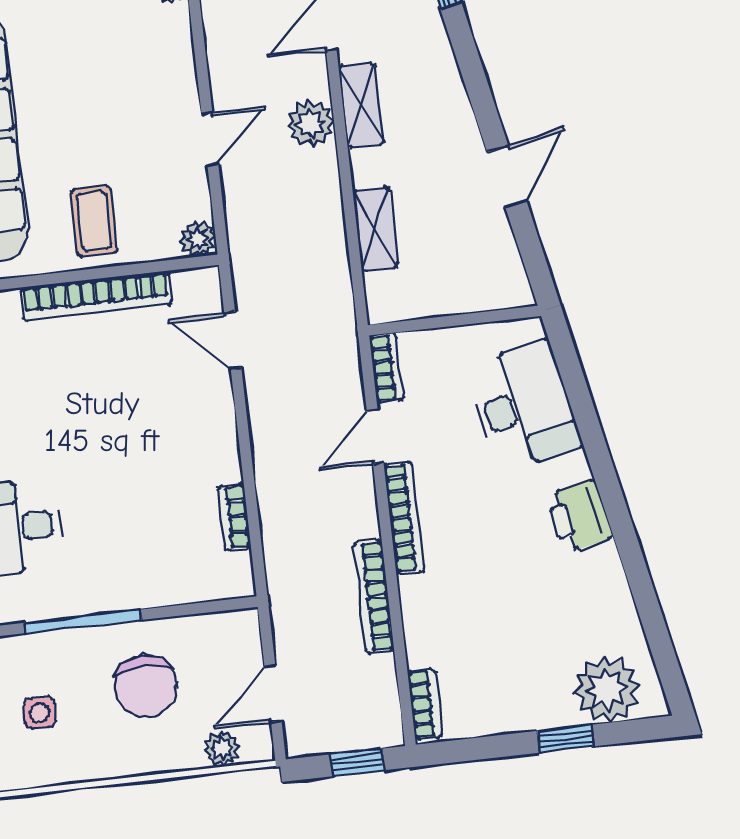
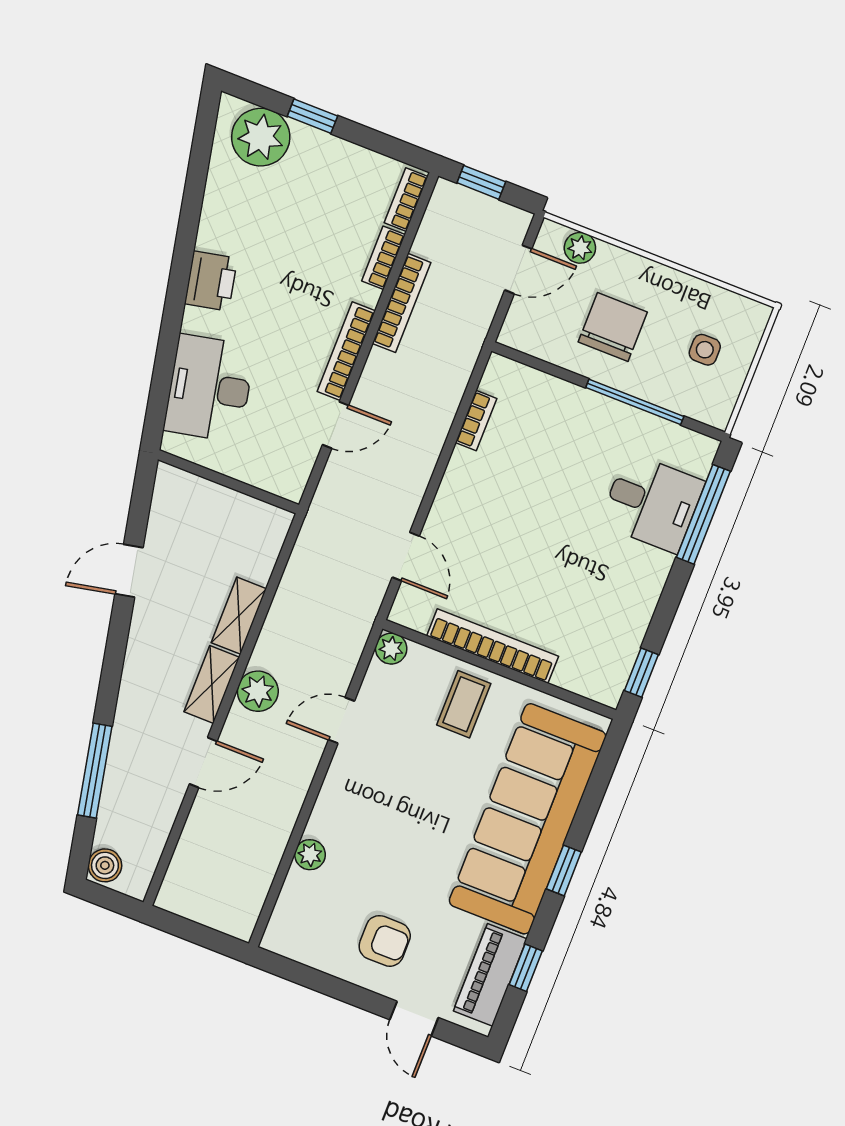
shelving: (375, 229) -> (239, 616), moved
bookcase: (386, 368) -> (383, 258), moved

